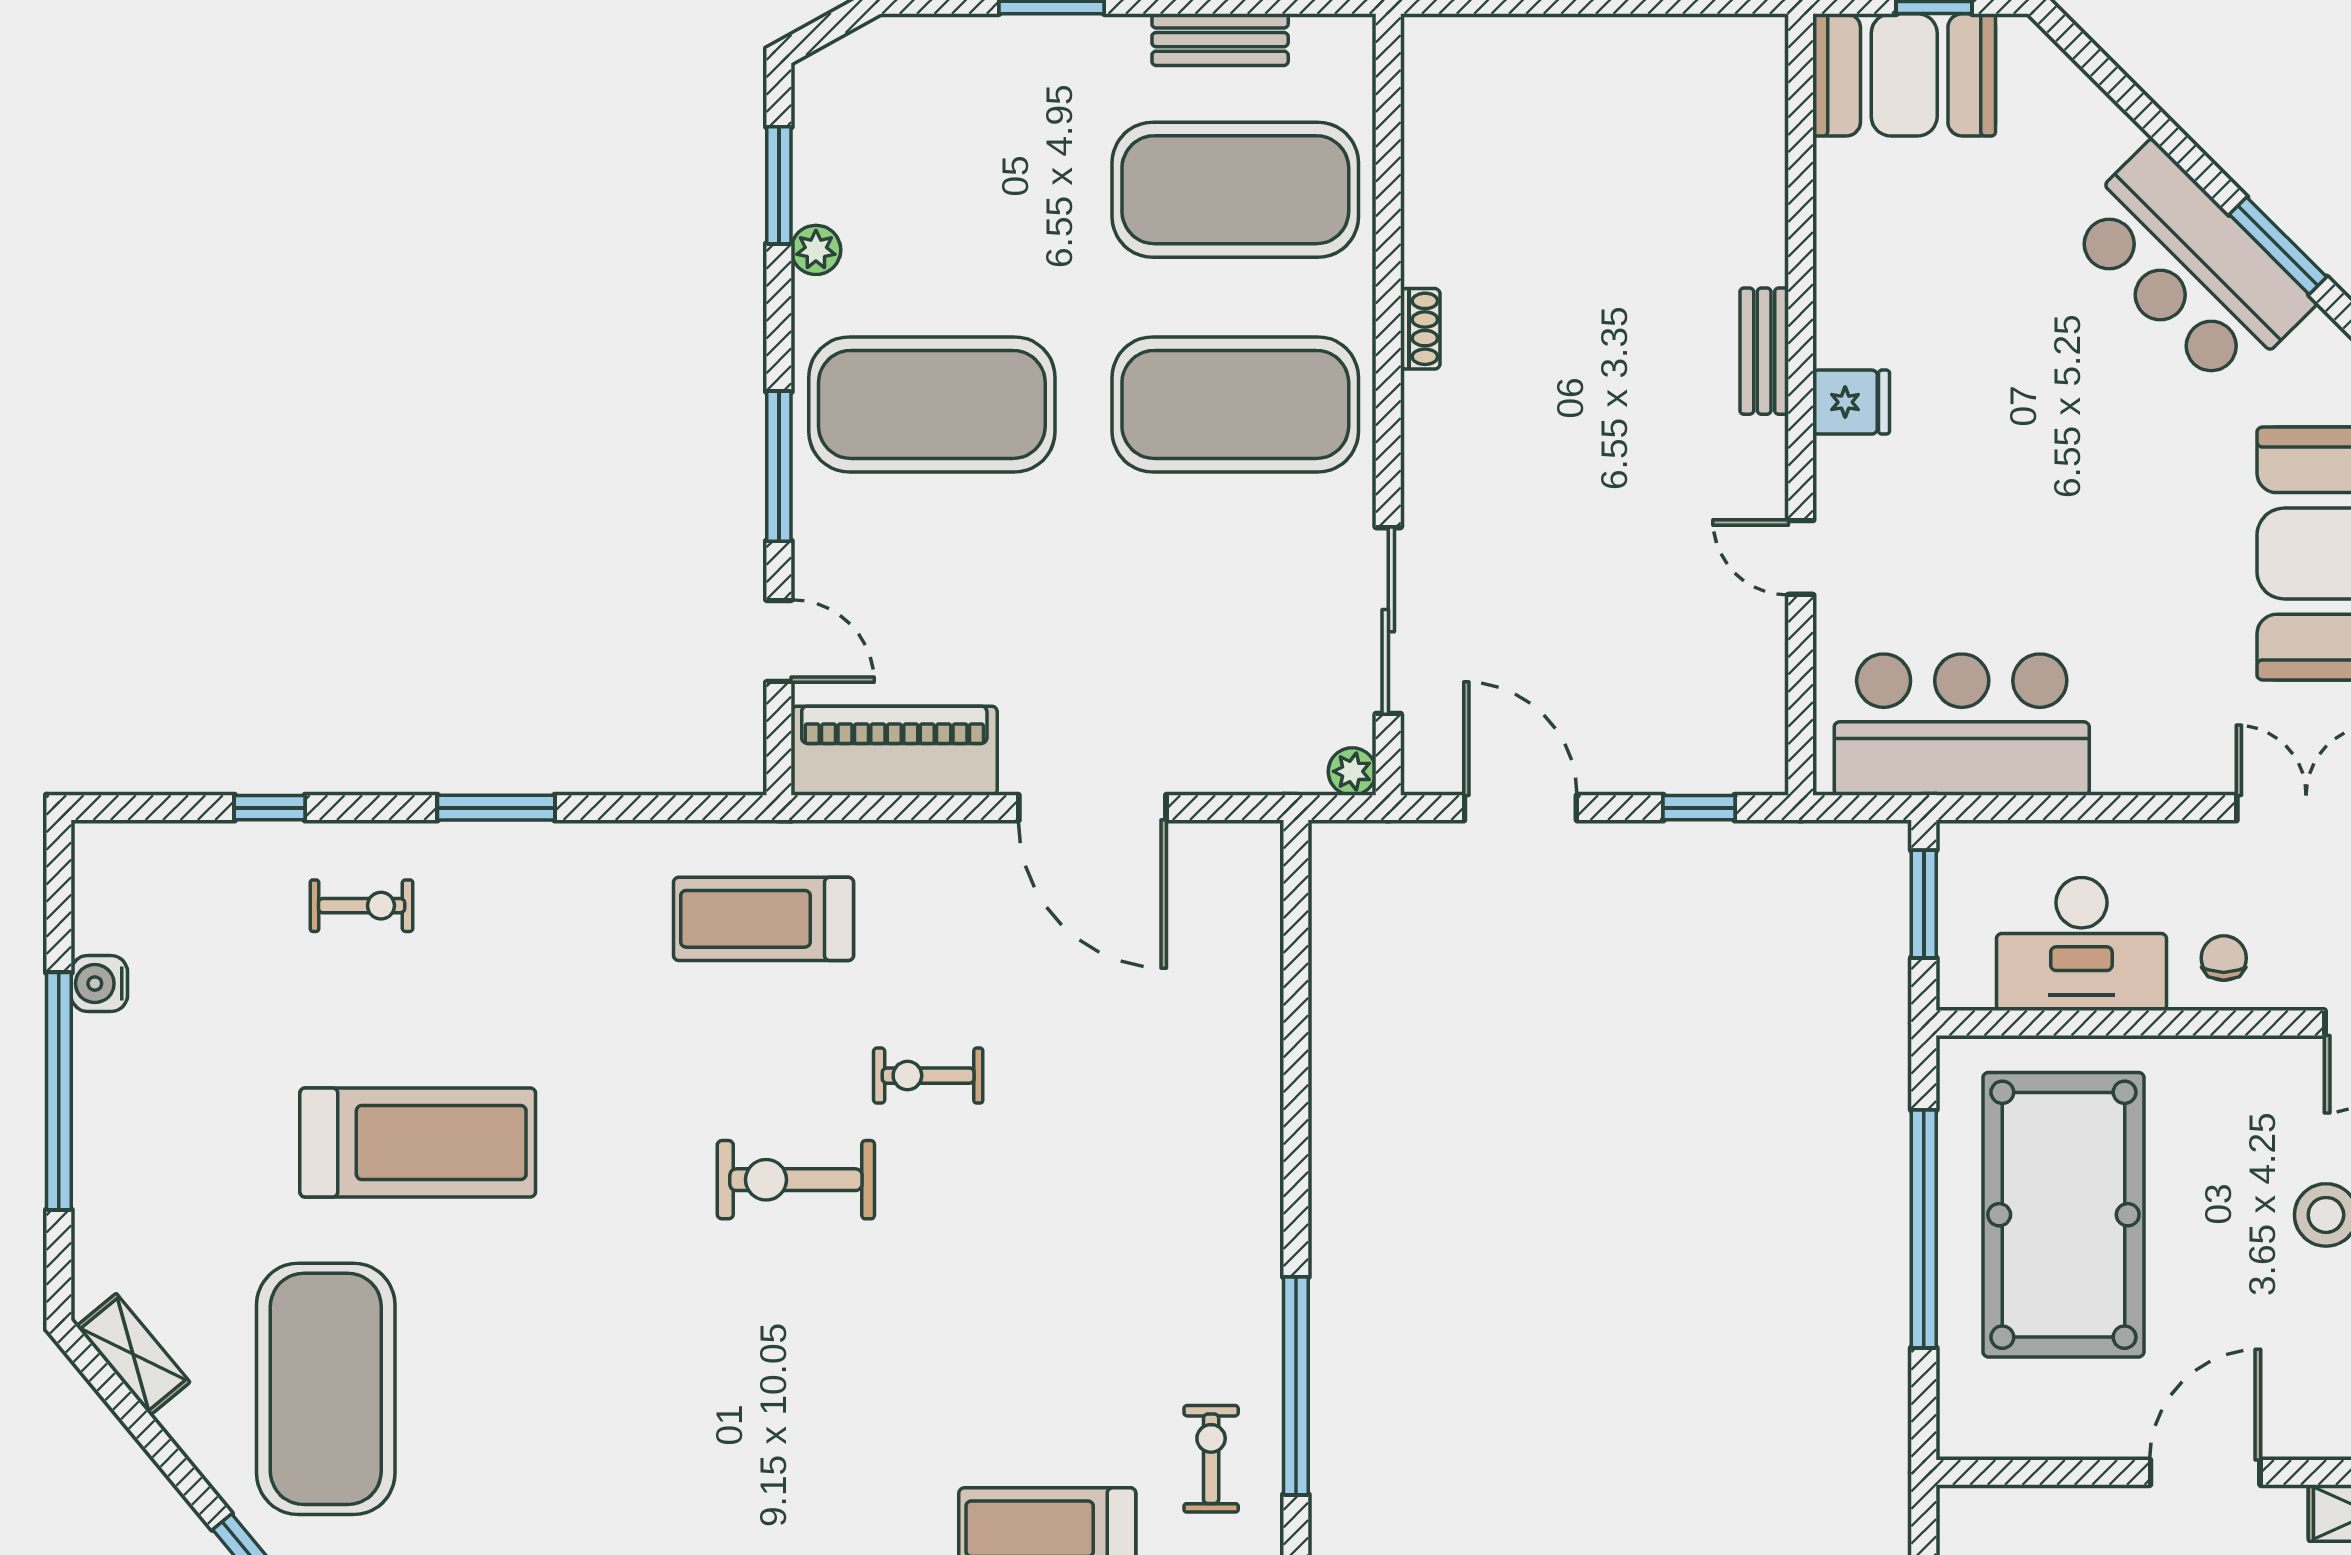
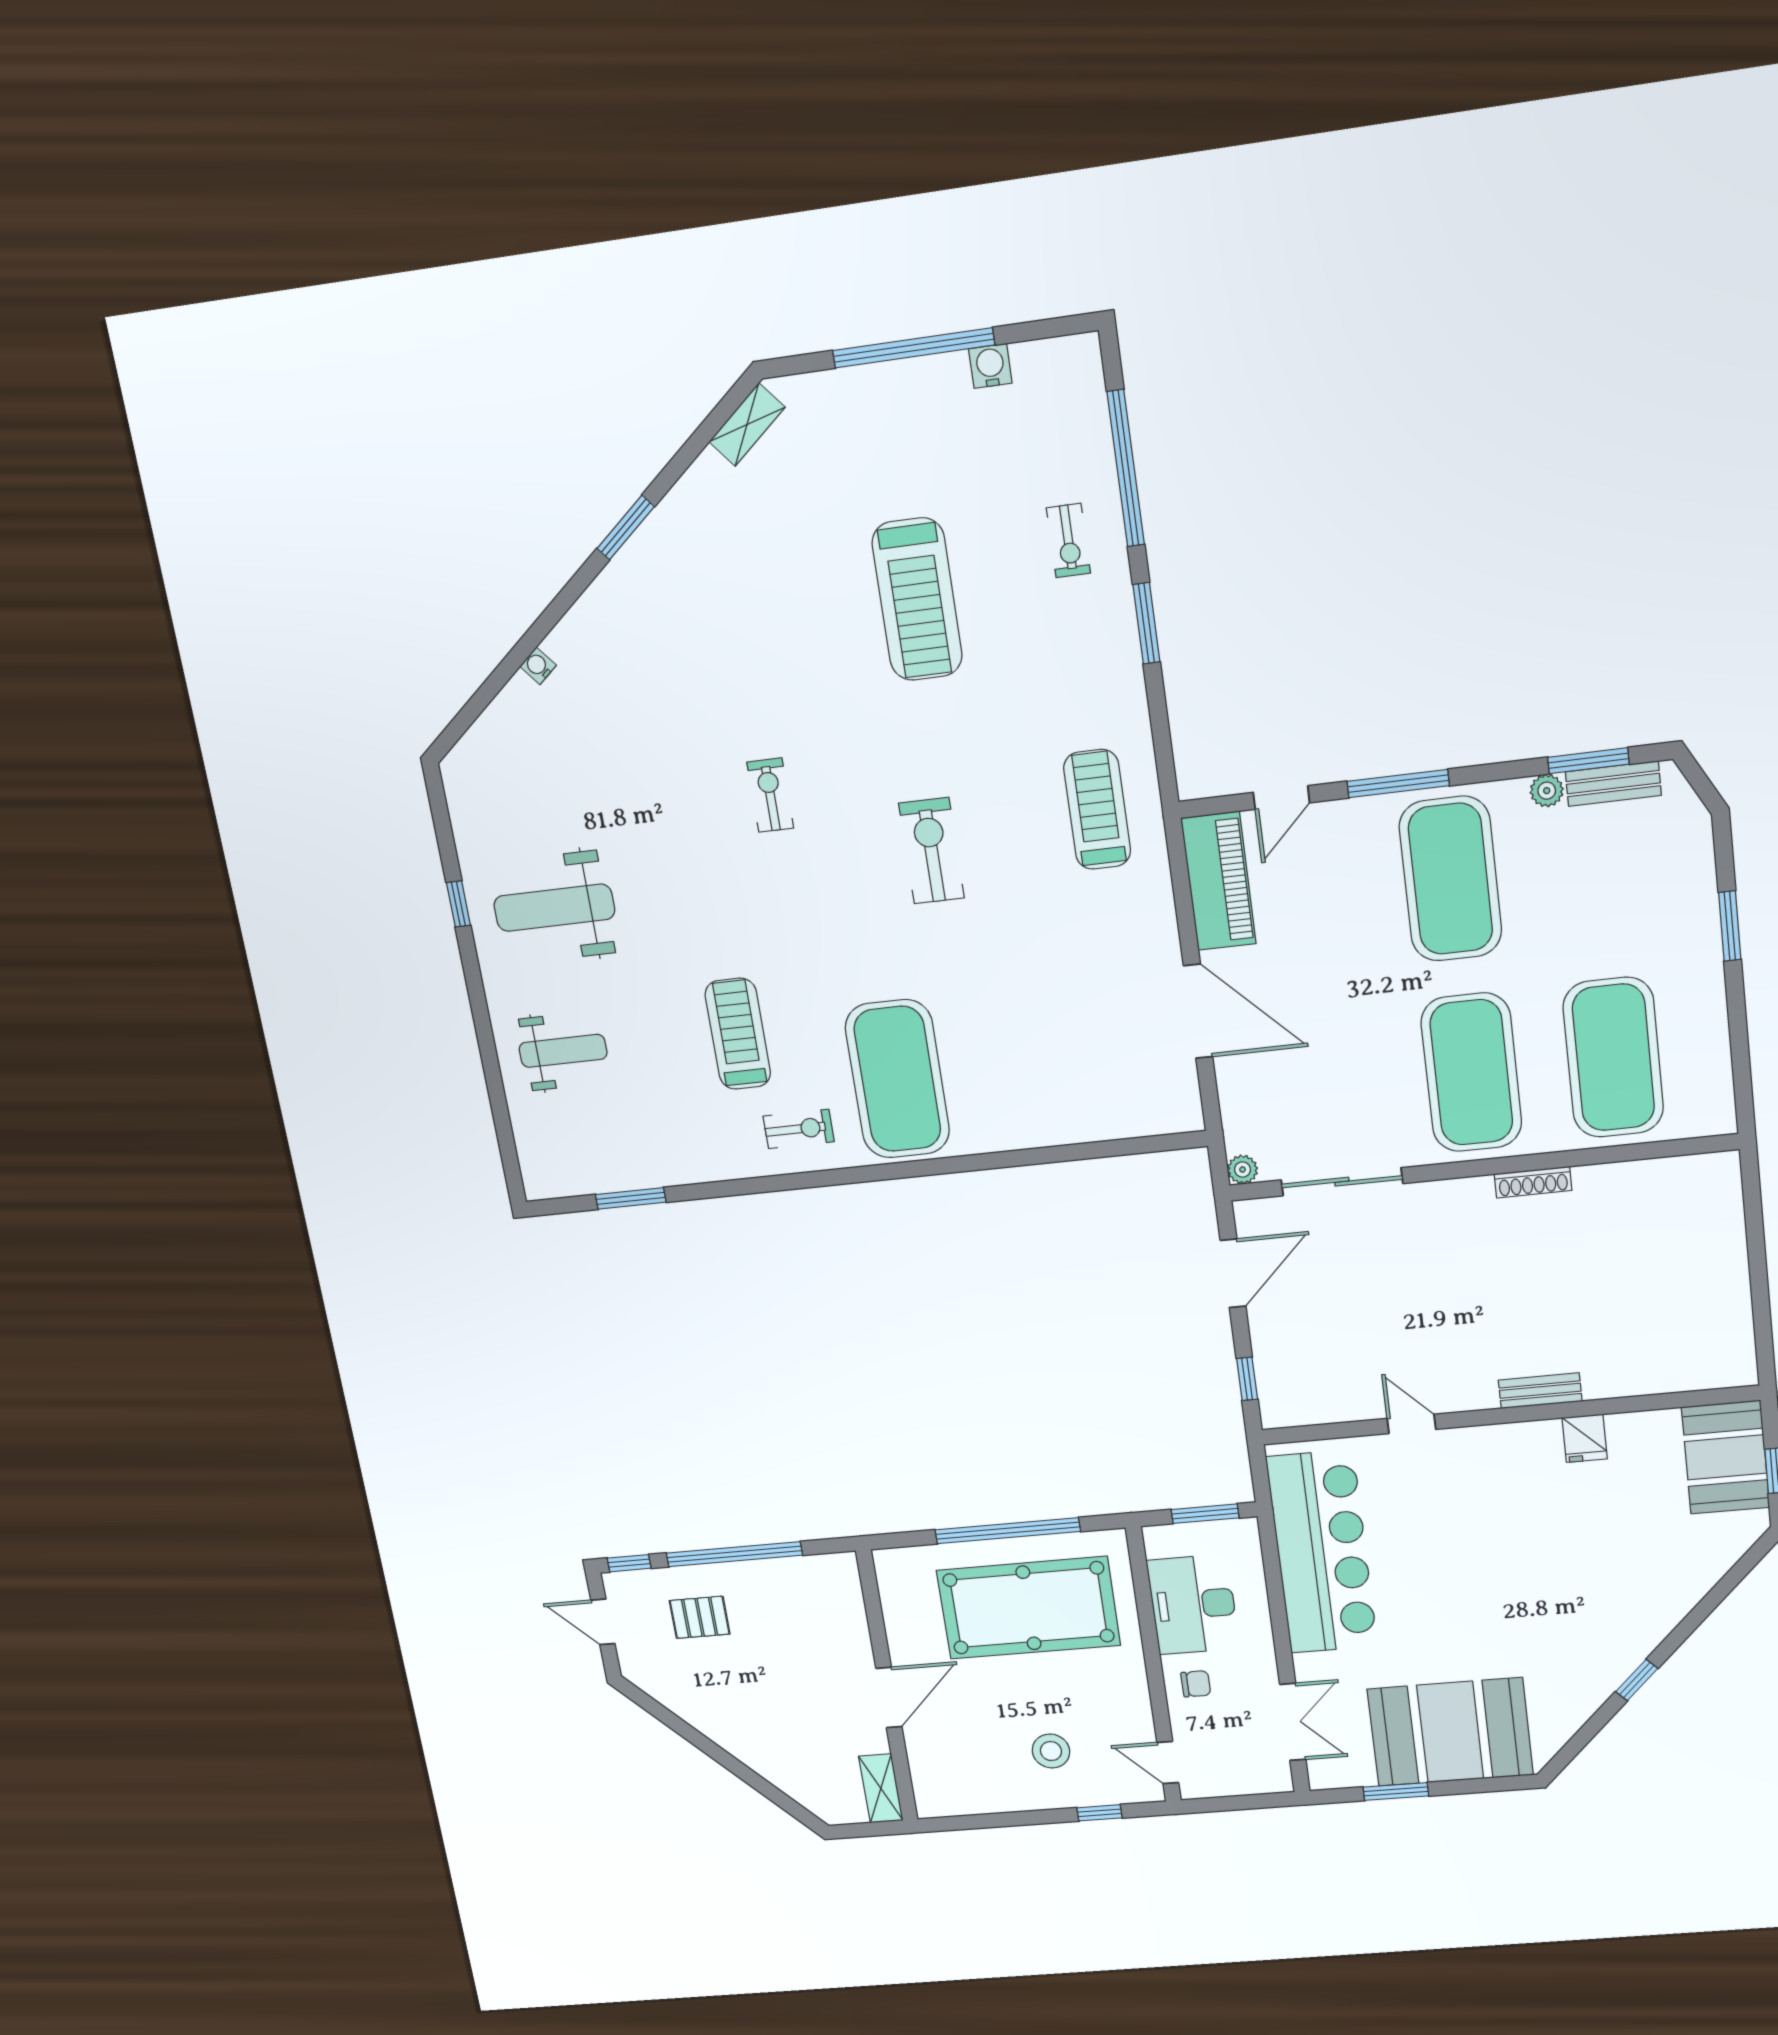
bench: (1220, 40) -> (1613, 784), moved, turned 90
window: (2278, 246) -> (1637, 1680), width x0.67
bar counter: (2189, 266) -> (1619, 1631), removed
shoe rack: (1420, 329) -> (1533, 1182), width x1.43
fridge: (1851, 402) -> (1585, 1438), moved
door: (1801, 557) -> (1411, 1424), hinge flipped
bar counter: (1962, 725) -> (1322, 1552), width x1.36
window: (270, 808) -> (1126, 468), width x3.17
door: (1092, 808) -> (1198, 1011), swing flipped
exercise bike: (928, 1076) -> (770, 795), moved
window: (1296, 1386) -> (852, 1175), removed
exercise mat: (326, 1389) -> (897, 1079), moved, turned 90
door: (2205, 1472) -> (889, 1698), hinge flipped

